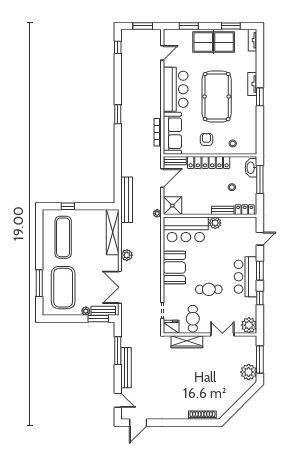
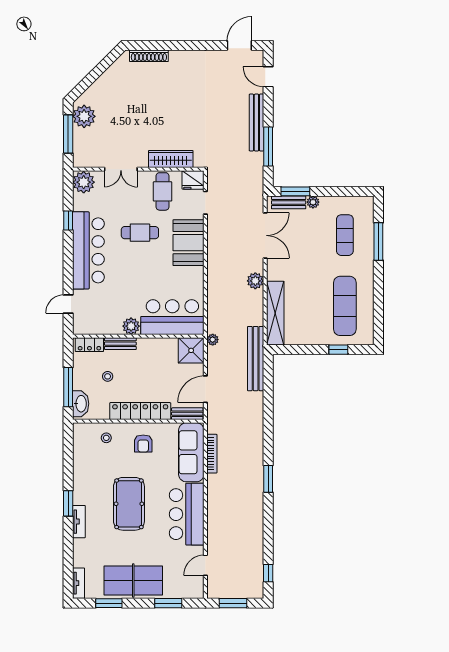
pool table: (217, 97) -> (129, 504), width x0.73, depth x0.76
booth: (174, 268) -> (188, 243), moved
window: (260, 271) -> (68, 259), removed
bar counter: (245, 277) -> (88, 250), width x1.36
exercise mat: (63, 288) -> (345, 235), width x0.50, depth x0.69

